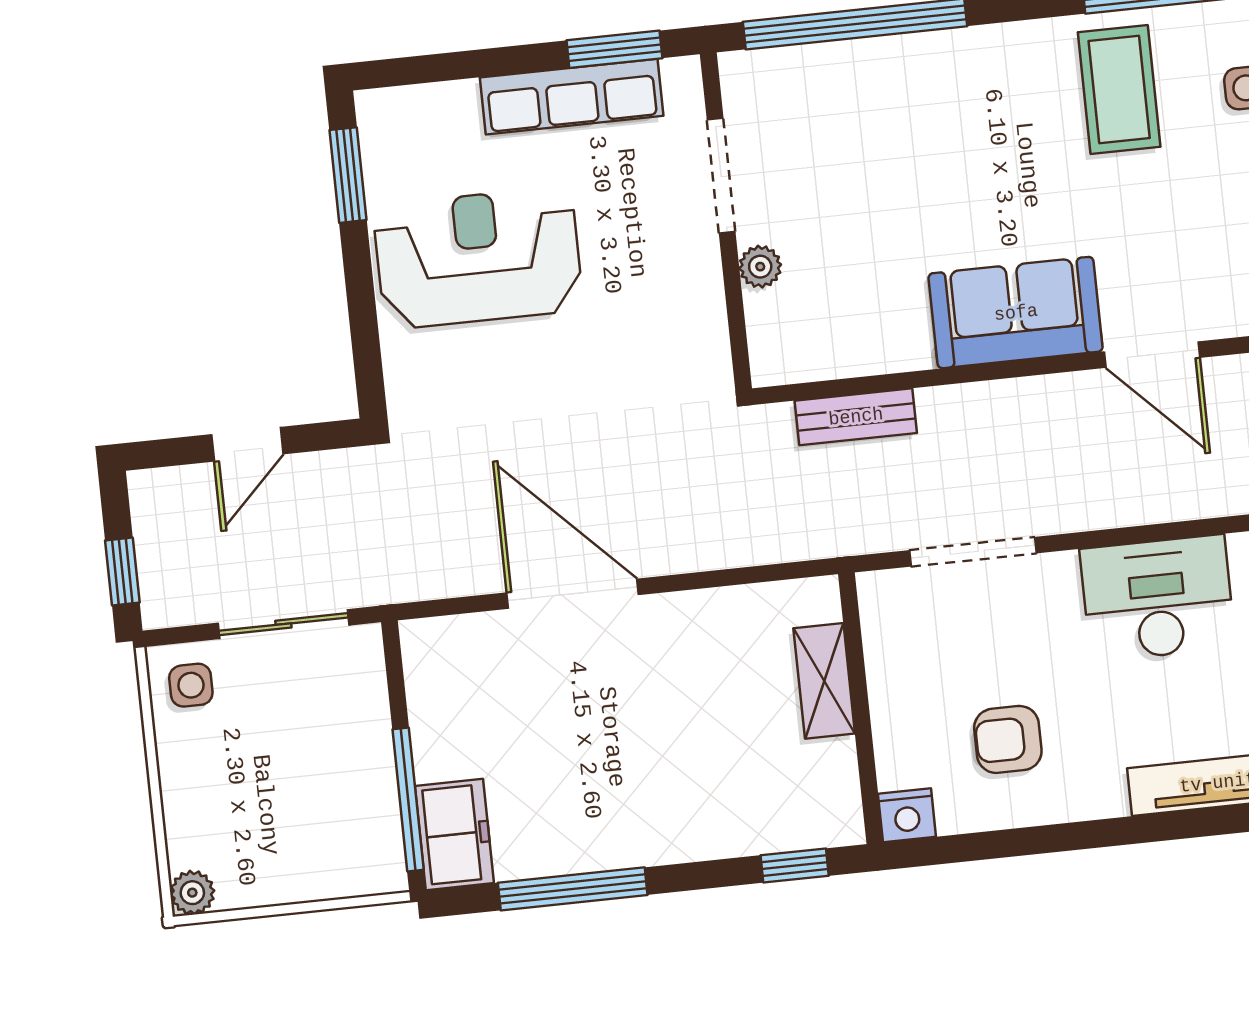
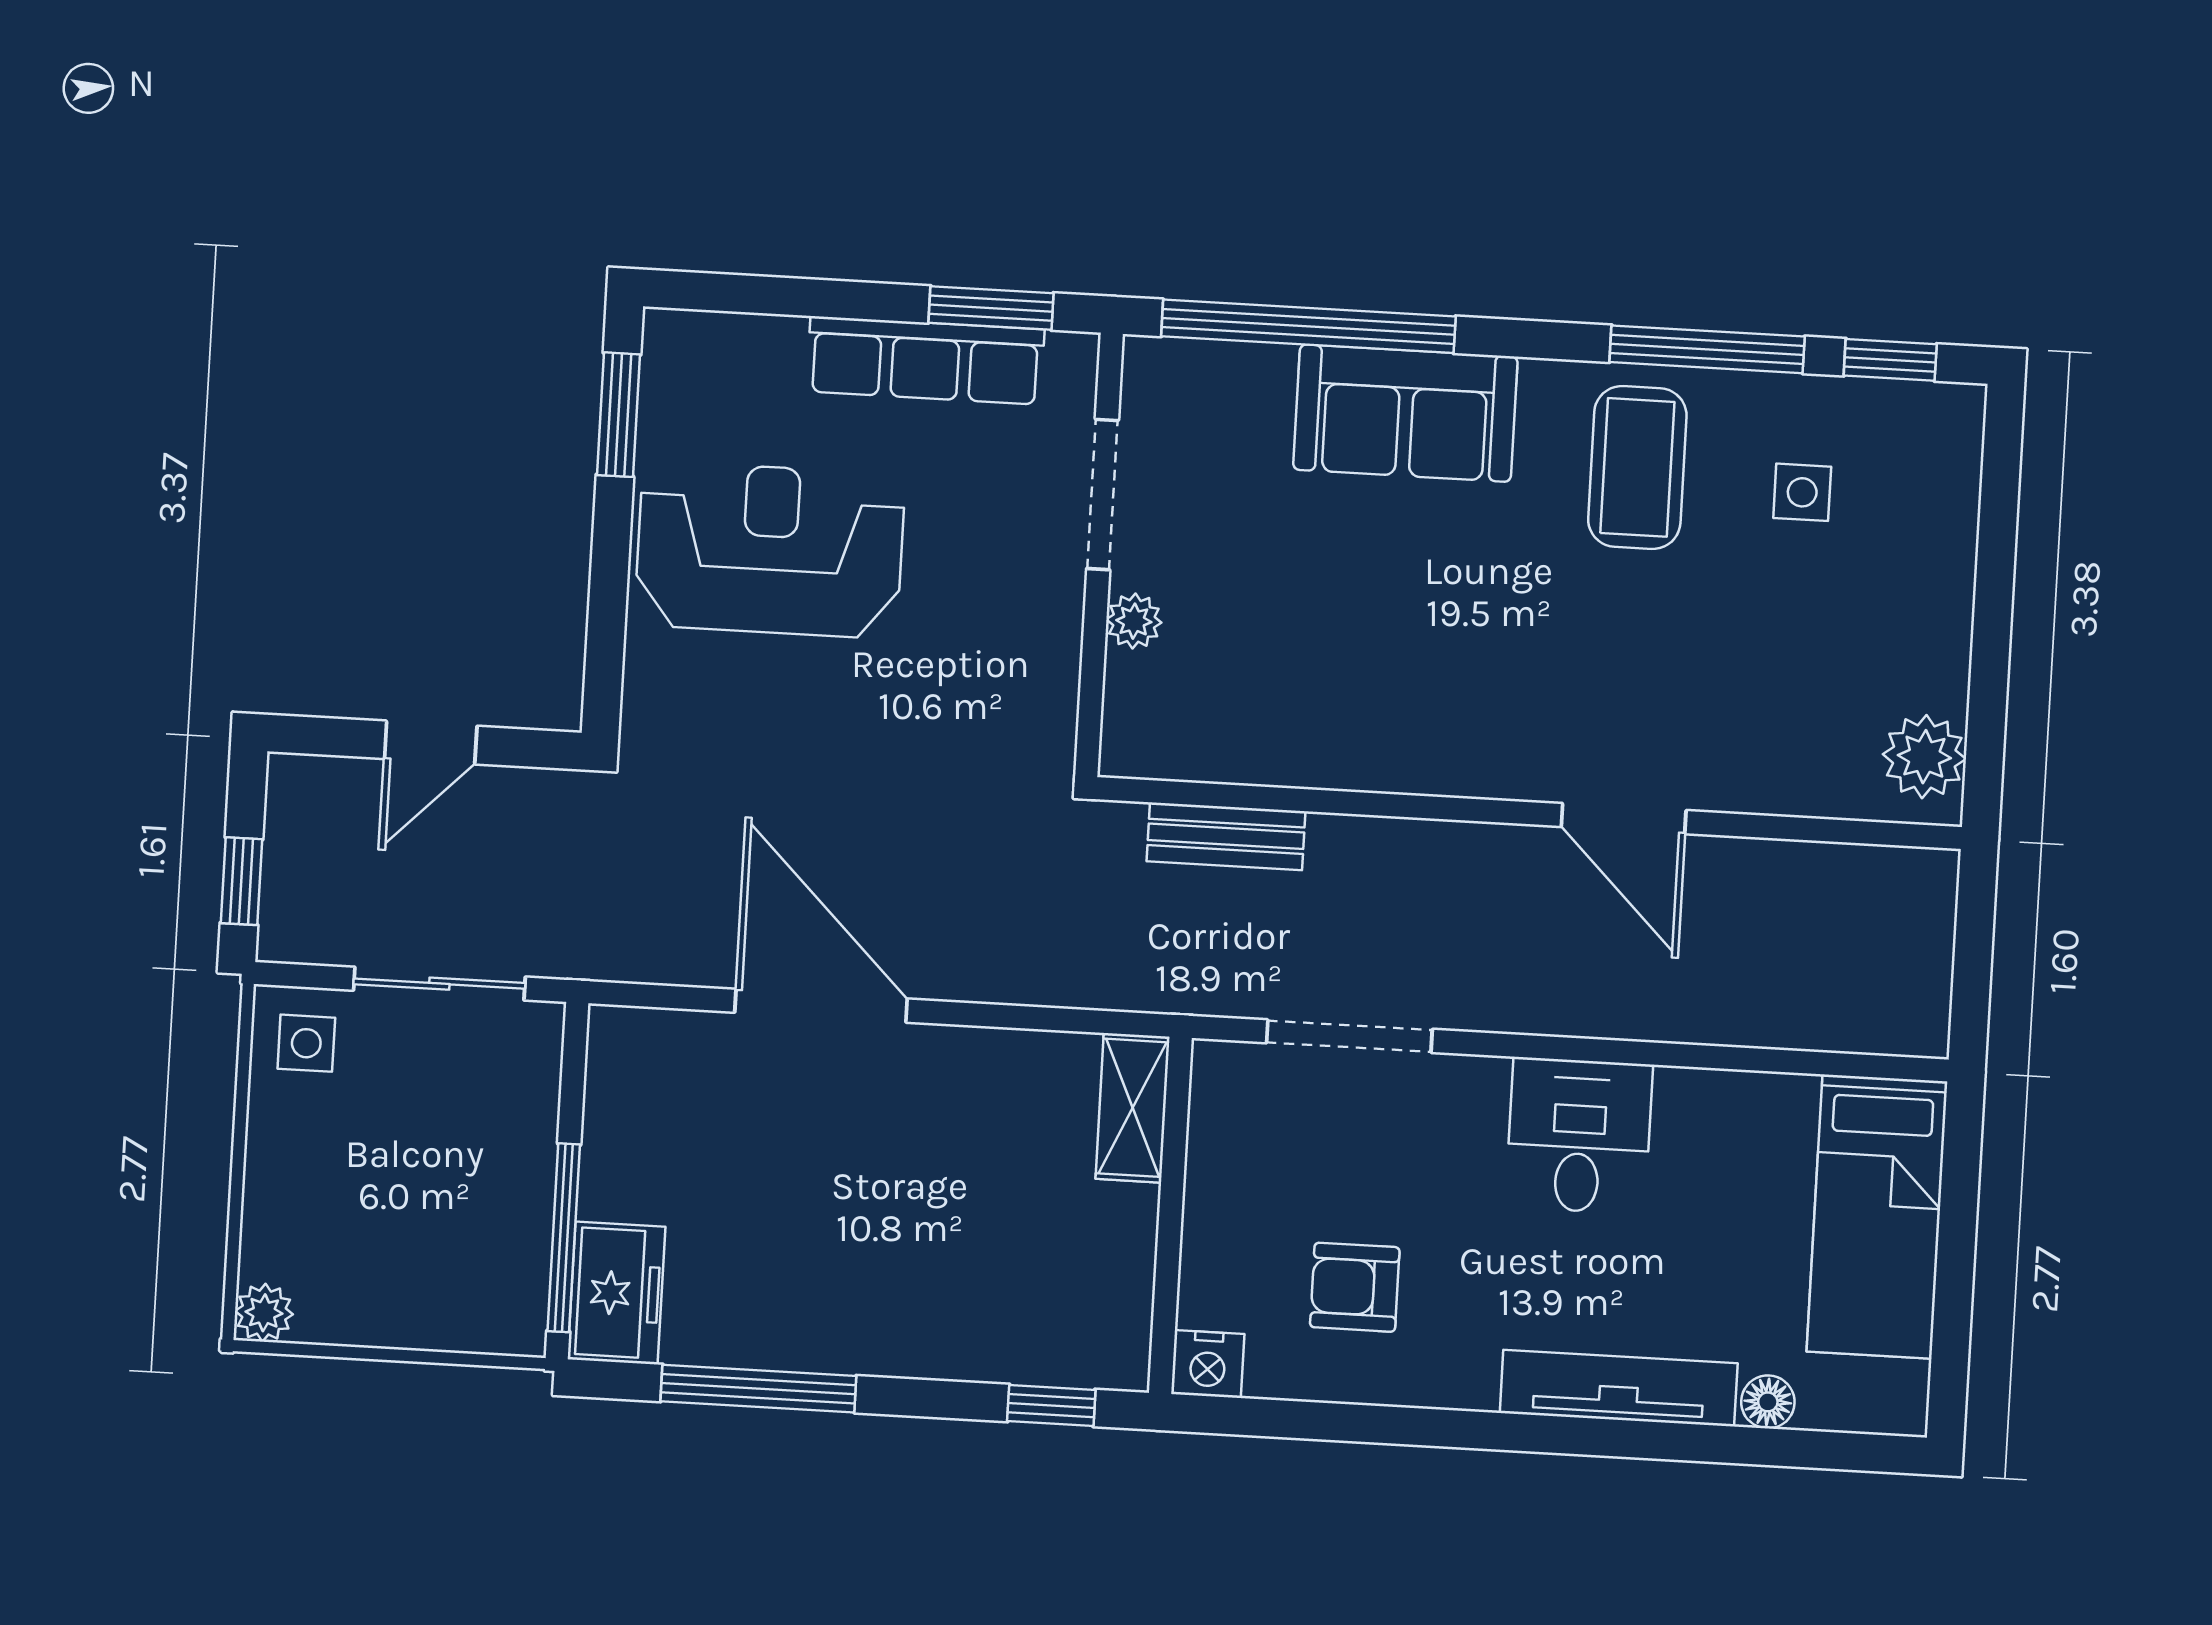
sofa: (1016, 313) -> (1405, 413), moved, turned 180
desk: (1158, 598) -> (1579, 1136), width x0.73
shelving: (824, 681) -> (1133, 1108), moved

